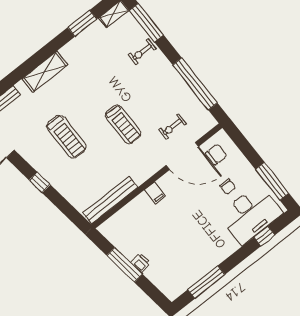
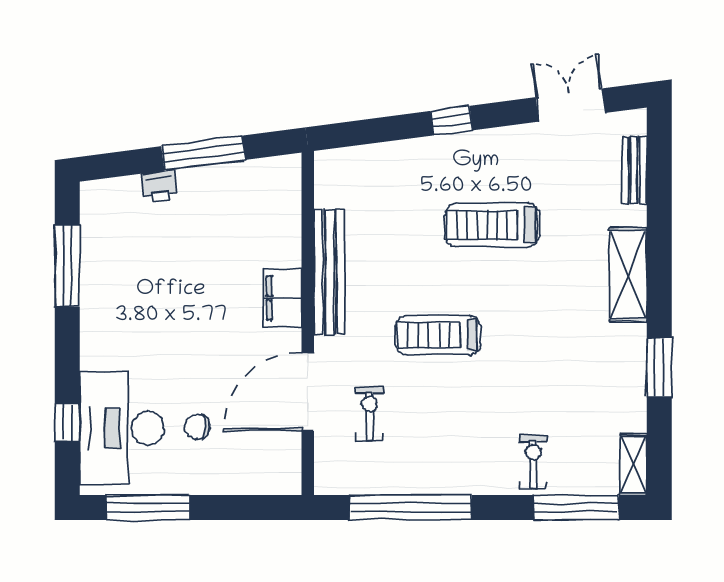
window: (82, 23) -> (659, 368), moved
chair: (216, 154) -> (266, 450), removed
filing cabinet: (155, 193) -> (283, 298), width x2.00
bench: (110, 200) -> (329, 272), moved
printer: (141, 263) -> (160, 186), moved

